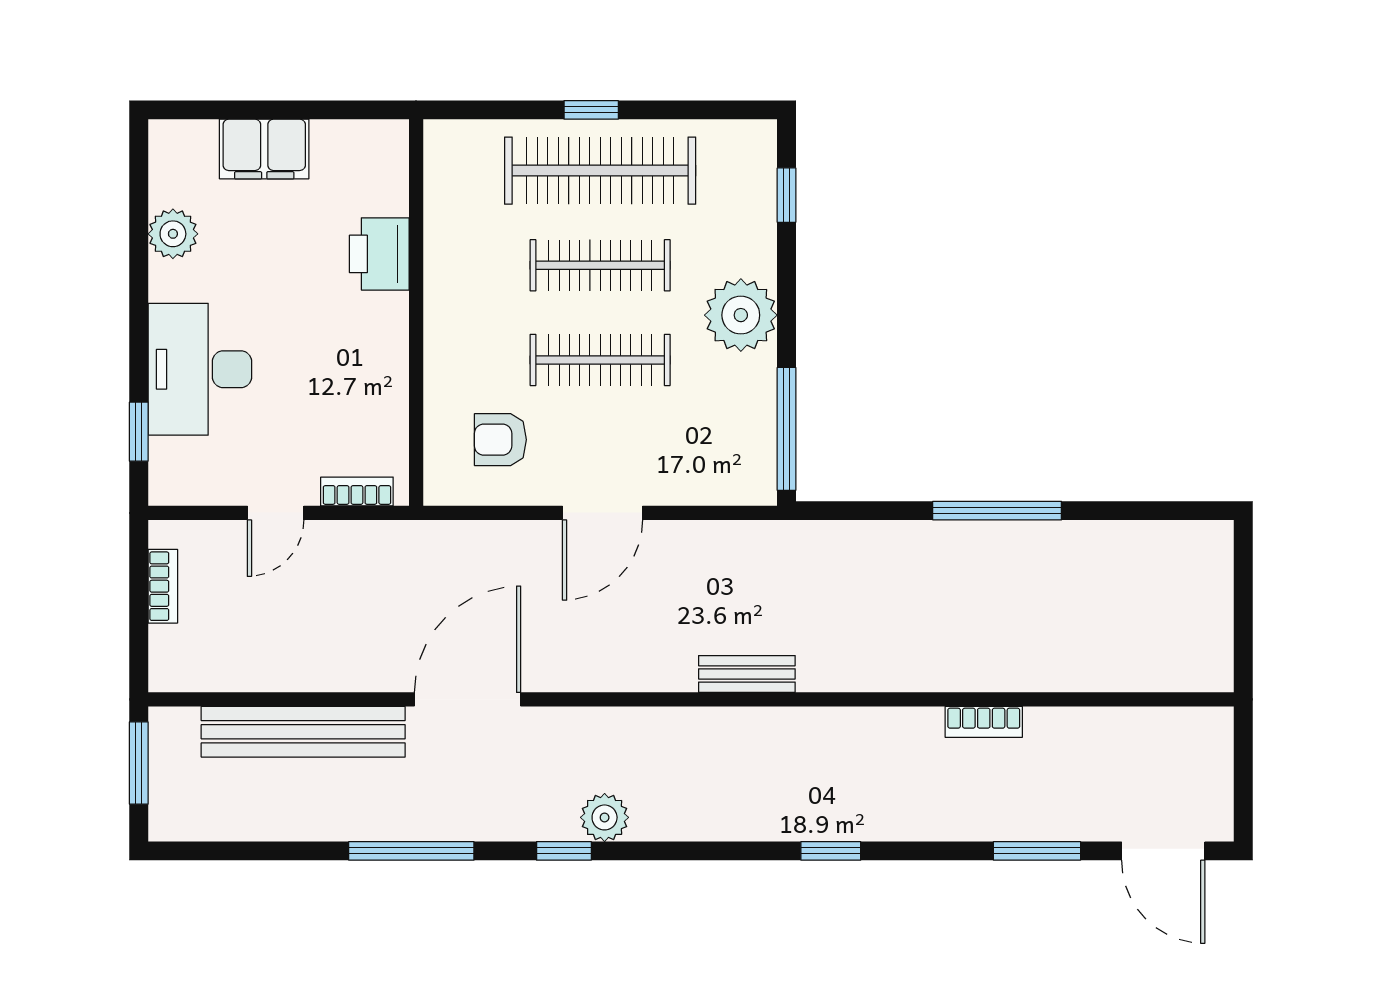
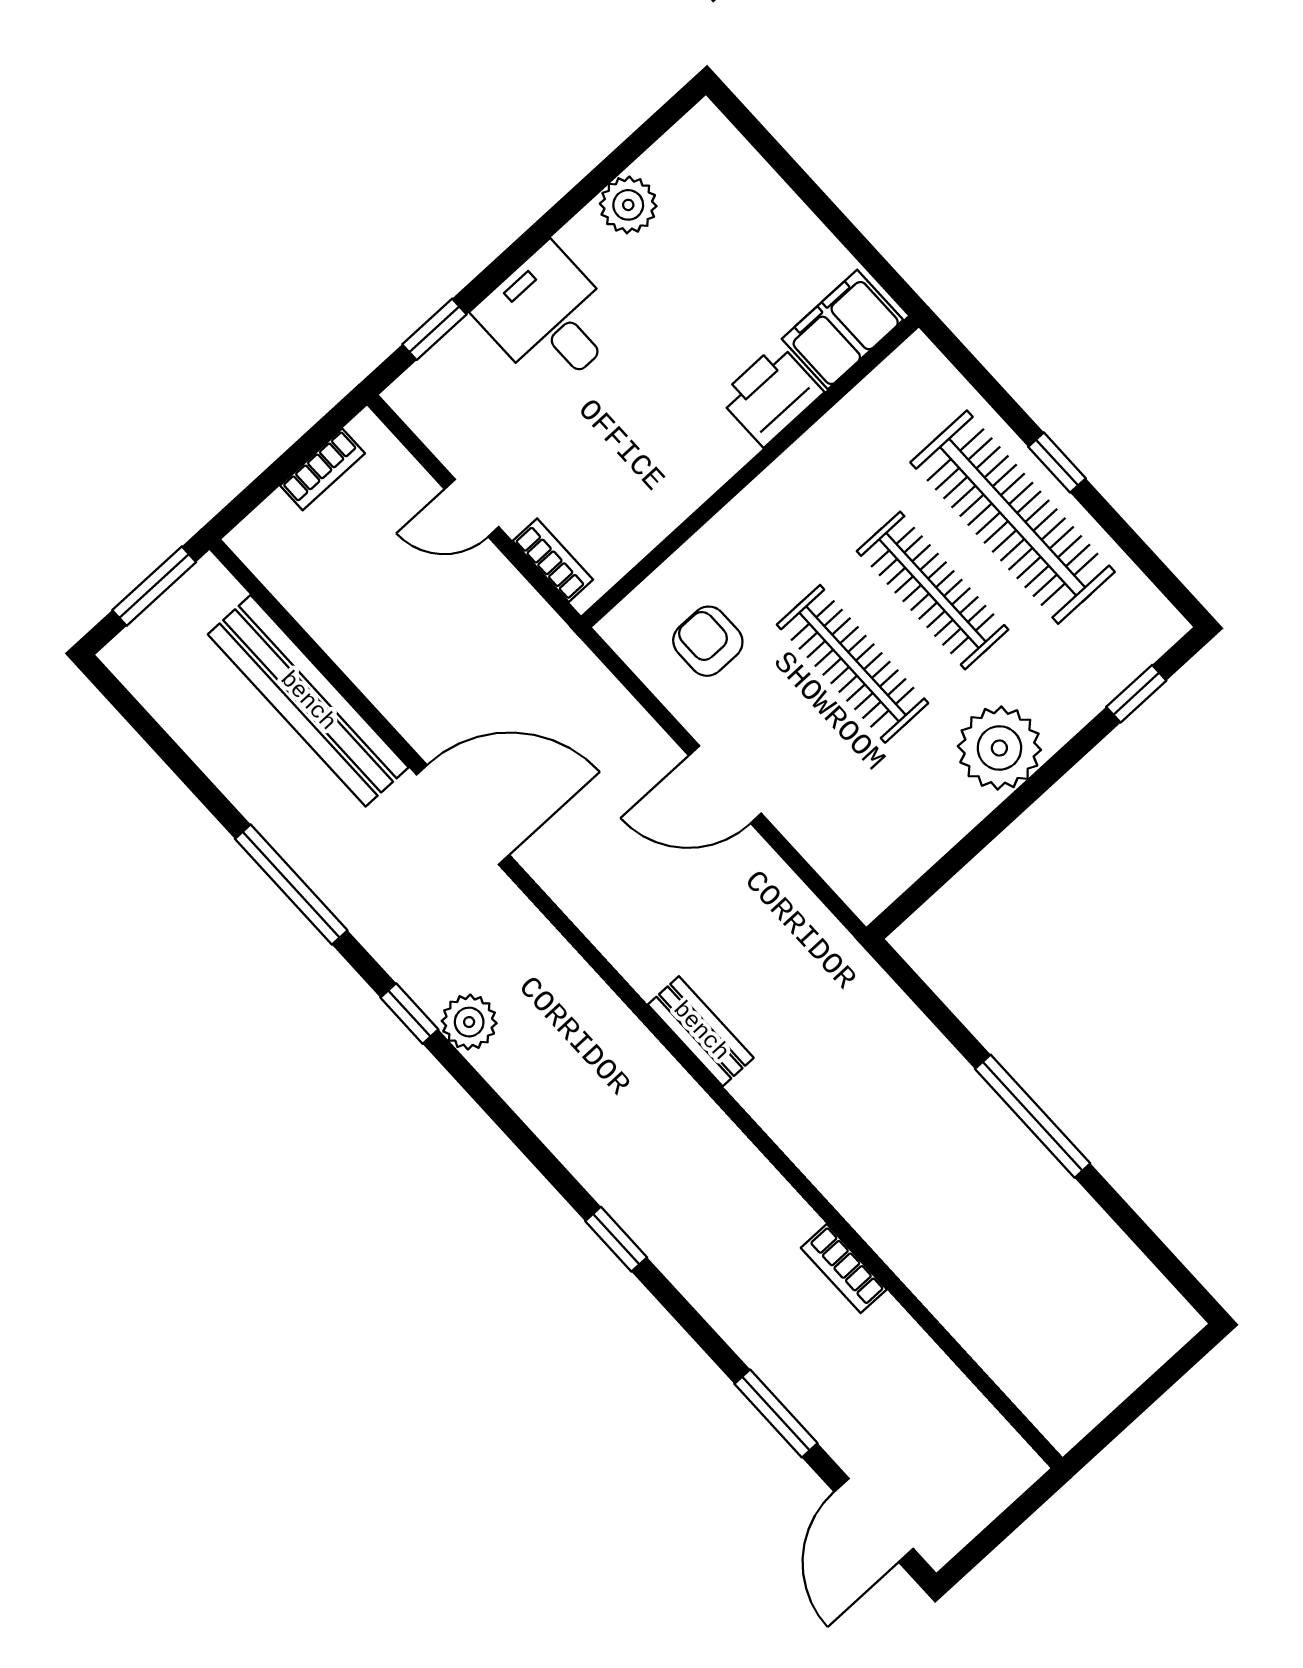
filing cabinet: (264, 149) -> (842, 329), moved, turned 90
desk: (200, 369) -> (550, 319), width x0.73
window: (787, 429) -> (939, 875), removed

